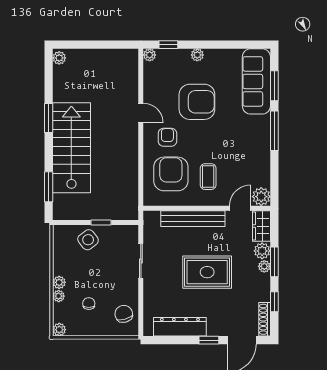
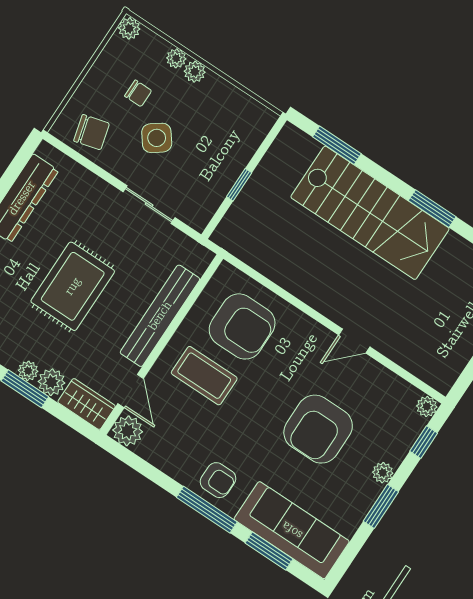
window: (215, 45) -> (381, 506), added
armchair: (167, 137) -> (218, 480), moved
coffee table: (208, 177) -> (204, 376), width x1.36, depth x1.30
side table: (88, 240) -> (157, 138), moved

